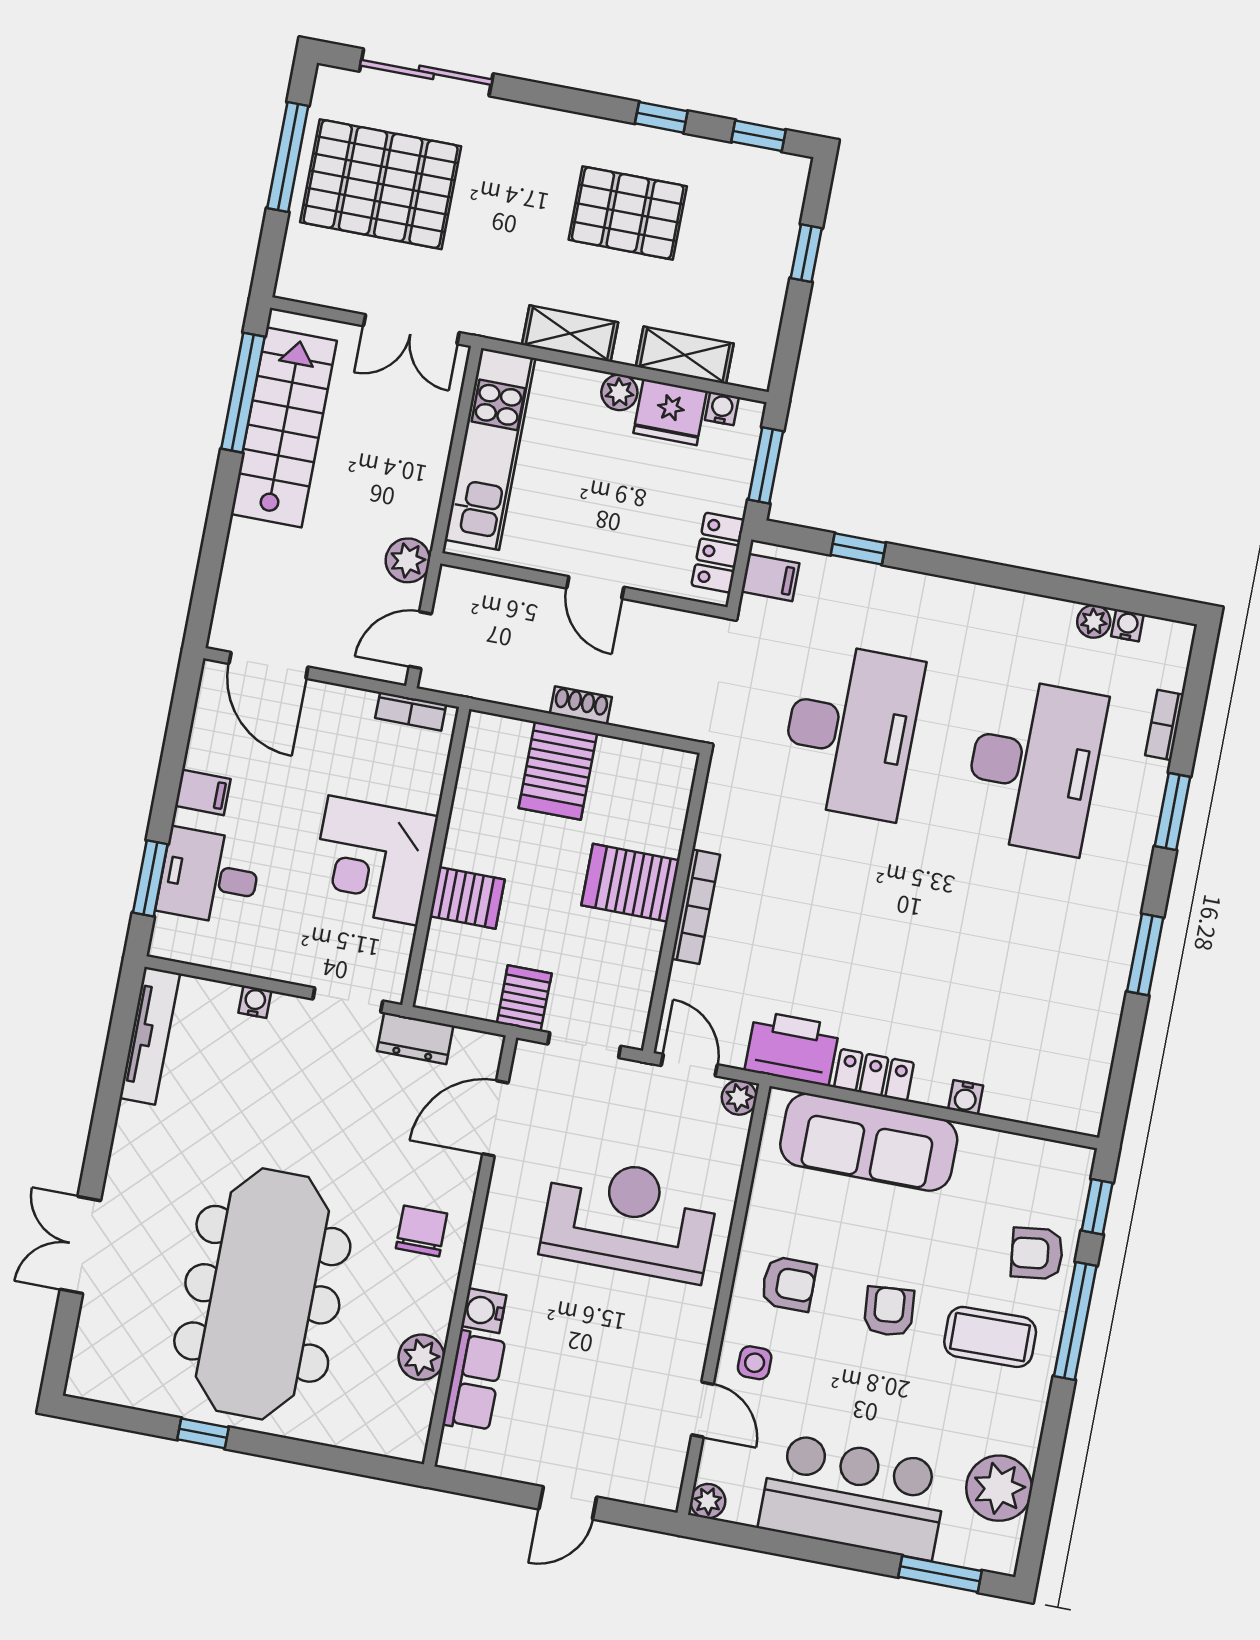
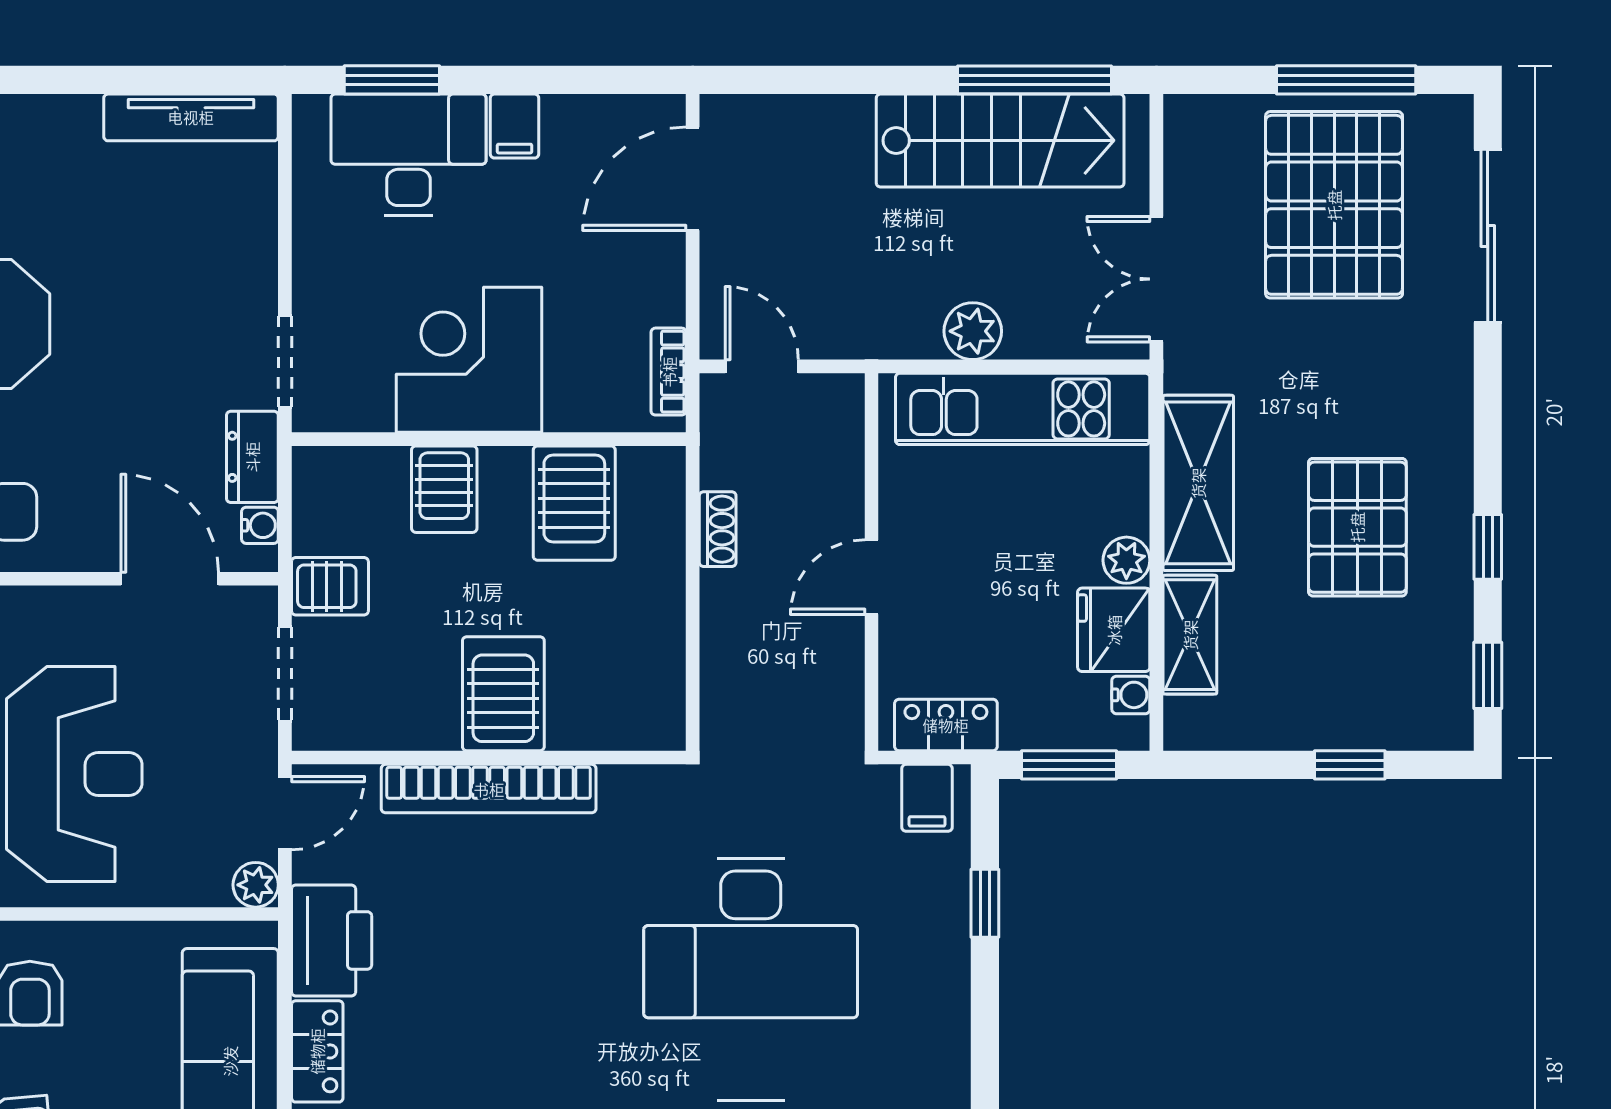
shelving: (570, 334) -> (1198, 483), width x1.50, depth x1.33
plant: (408, 560) -> (973, 331), moved
shoe rack: (581, 705) -> (718, 529), moved
server rack: (558, 771) -> (574, 503), moved, turned -90
desk: (209, 877) -> (408, 155), width x1.37
bookcase: (696, 907) -> (489, 789), width x1.48, depth x1.31
water cooler: (255, 1002) -> (260, 525), moved

